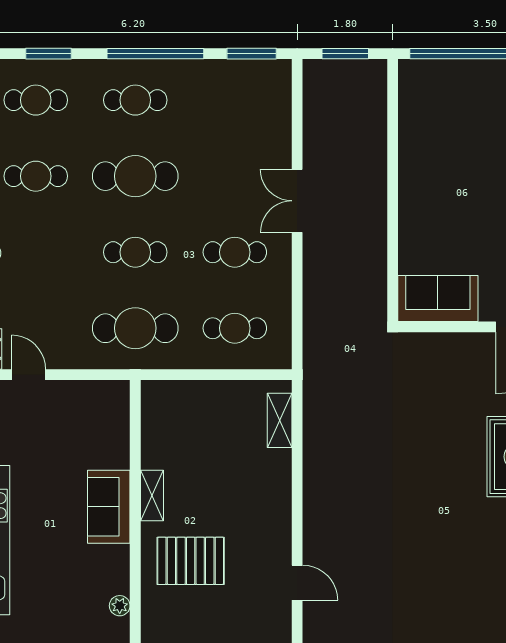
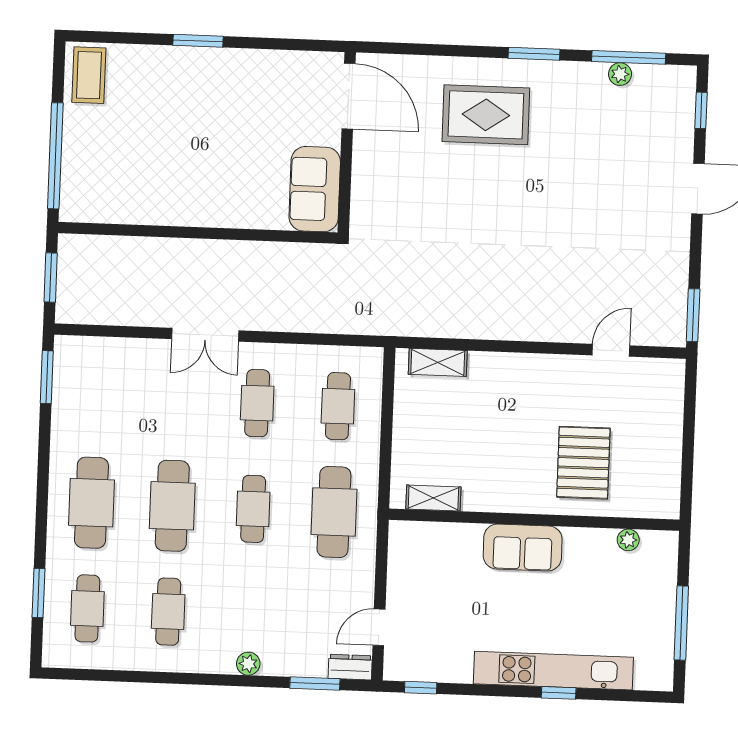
window: (155, 54) -> (43, 479), removed
cafe table: (135, 100) -> (91, 503), width x1.37, depth x1.35
shelving: (152, 496) -> (433, 498), moved

